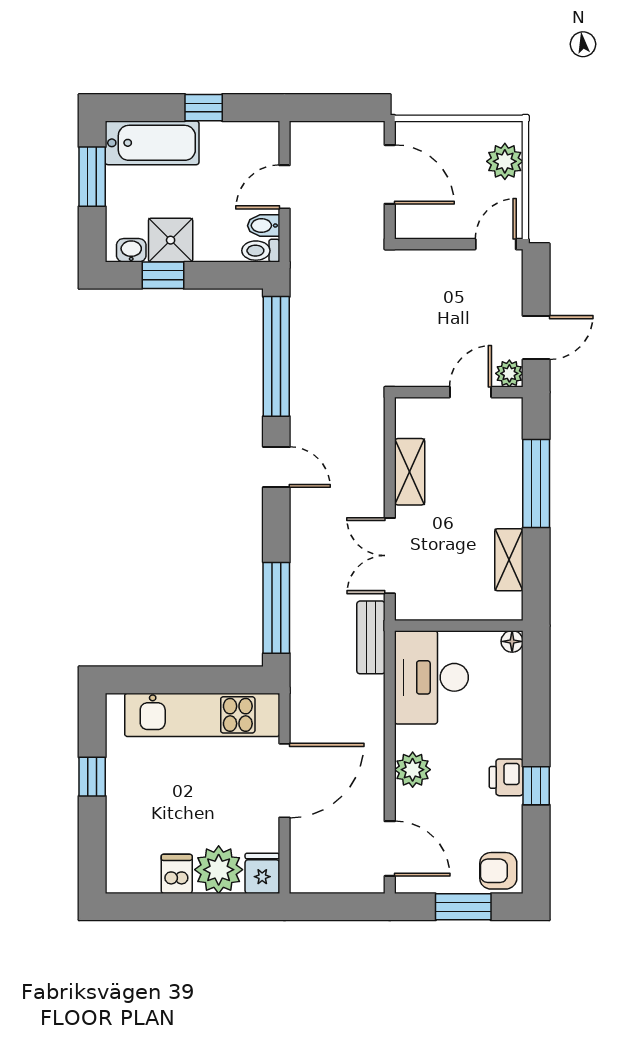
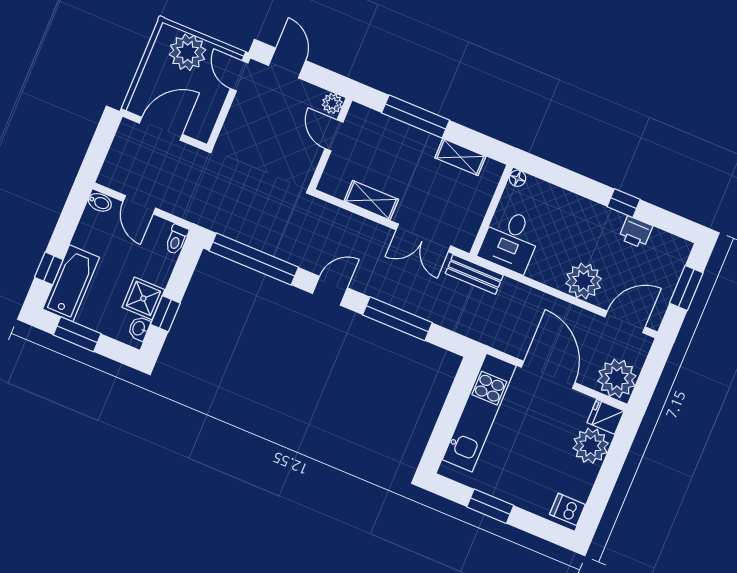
window: (204, 108) -> (49, 268), moved
plant: (505, 161) -> (188, 52), width x1.36, depth x1.36
bidet: (264, 226) -> (100, 202), moved, turned -90
door: (536, 338) -> (287, 63), moved
window: (276, 608) -> (397, 319), moved
desk: (431, 677) -> (510, 240), width x0.73
plant: (413, 770) -> (584, 281), width x1.36, depth x1.36
window: (92, 777) -> (490, 506), width x1.50
printer: (506, 777) -> (636, 232), moved
plant: (316, 868) -> (617, 378), added
armchair: (498, 871) -> (671, 254), removed
dishwasher: (177, 874) -> (567, 509), moved

